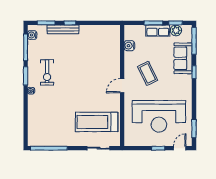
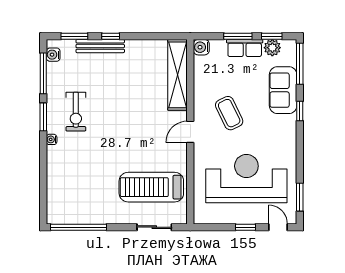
water cooler: (129, 46) -> (201, 47), moved
shelving: (114, 48) -> (177, 75), added
reception desk: (159, 116) -> (246, 179), turned 180
door: (180, 148) -> (278, 227), hinge flipped

